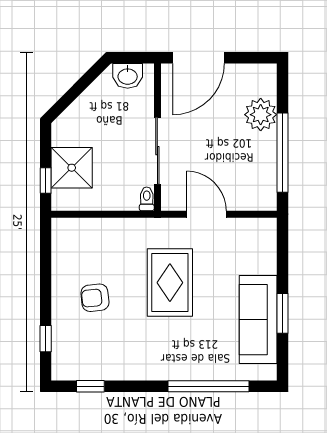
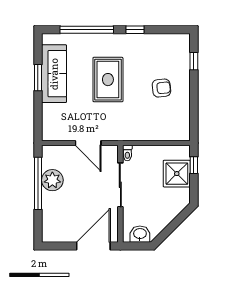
plant: (261, 115) -> (52, 180), moved
rug: (170, 283) -> (108, 80), moved
window: (90, 386) -> (135, 30), moved

